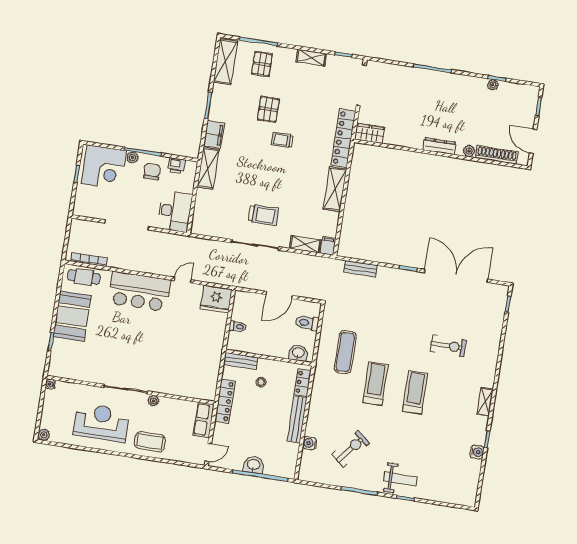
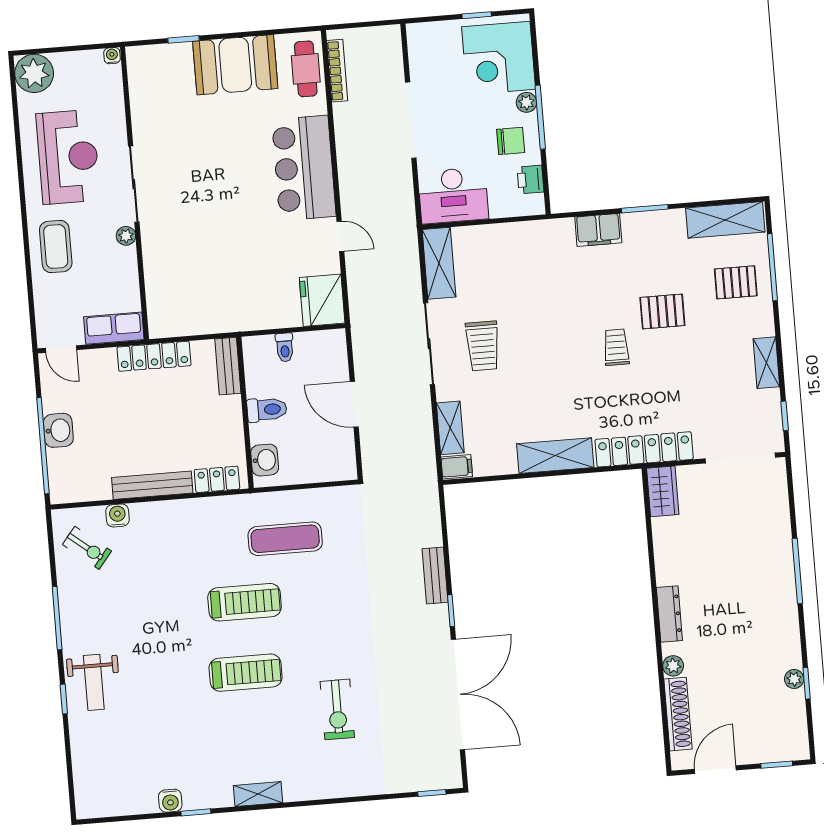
shelving: (208, 168) -> (439, 263), moved, turned 90
bench: (360, 269) -> (435, 576), moved
toilet: (307, 323) -> (267, 410), moved, turned 90
stool: (261, 382) -> (201, 409), removed
plant: (44, 435) -> (34, 73), width x1.87, depth x1.87
exercise bike: (351, 449) -> (87, 548), moved, width x0.73, depth x0.72

